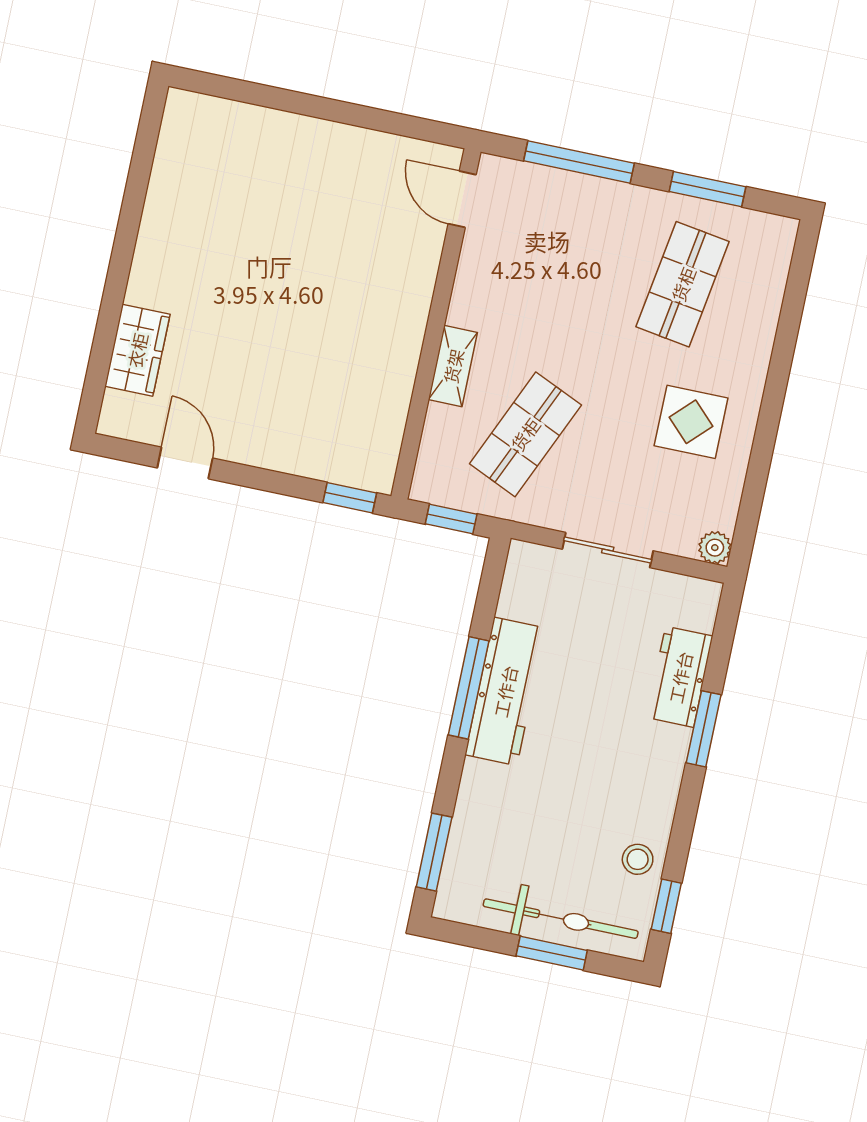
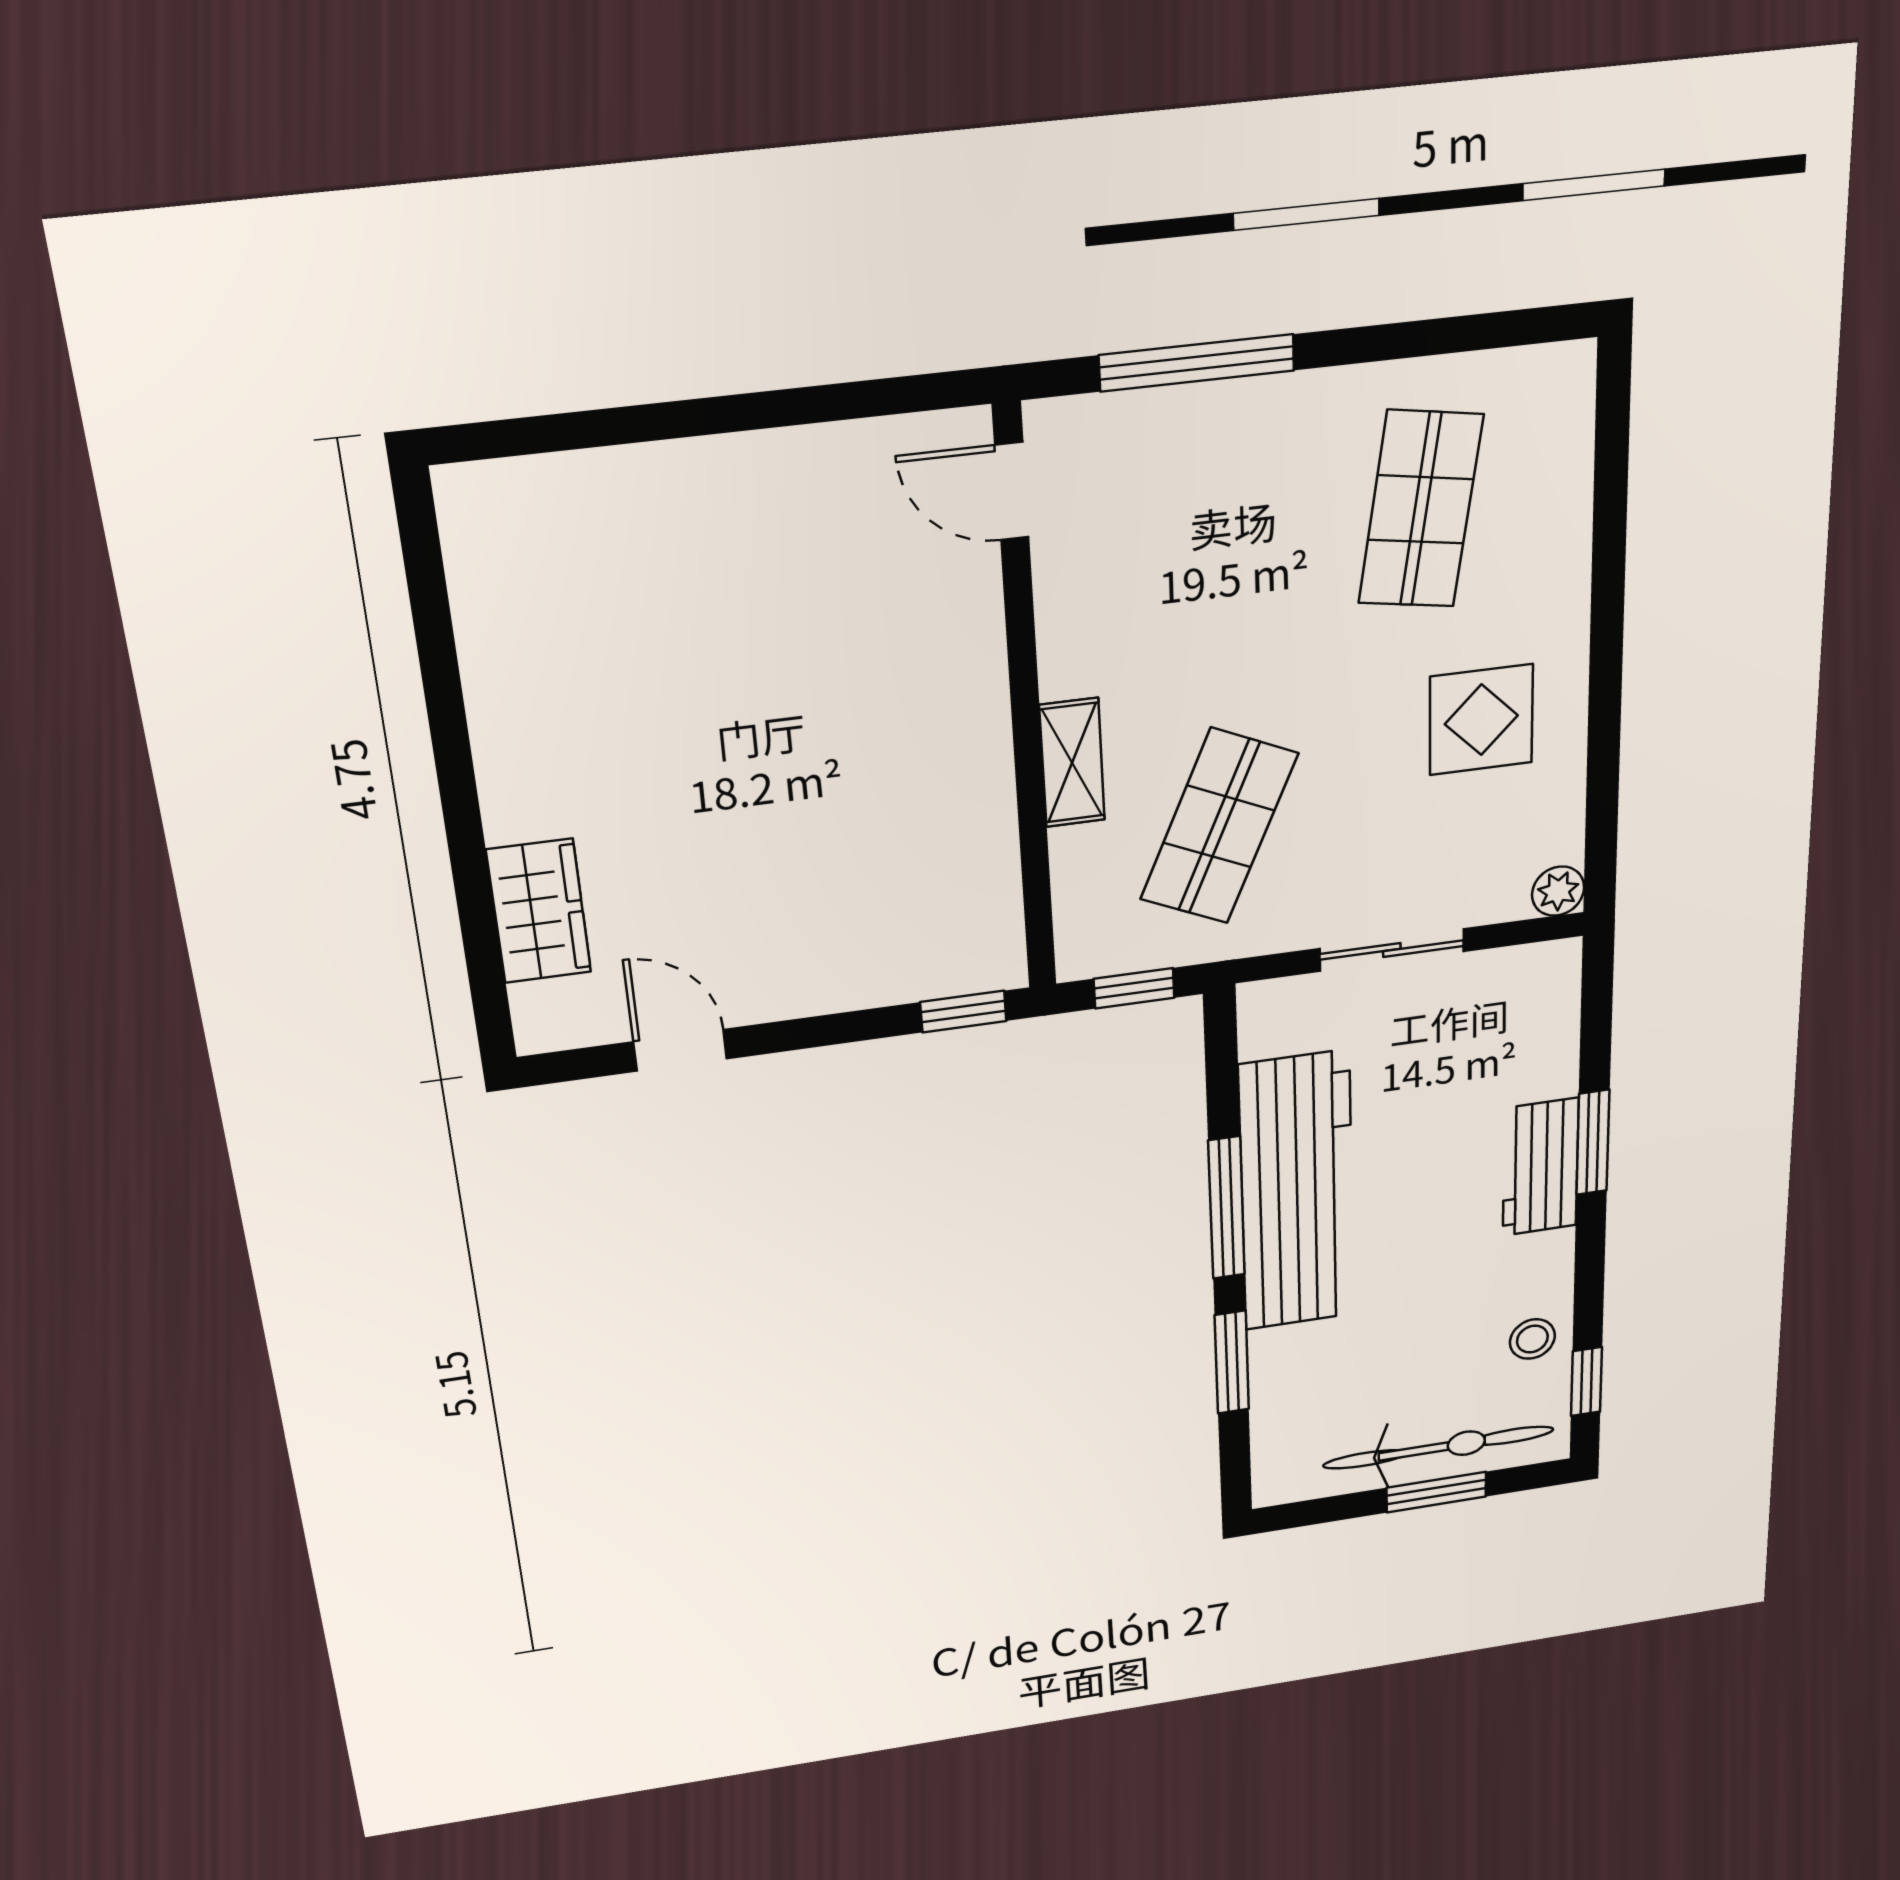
window: (708, 189) -> (1429, 338), removed
workbench: (680, 677) -> (1541, 1167), moved
workbench: (505, 691) -> (1297, 1192), width x1.36, depth x1.32
window: (434, 852) -> (1232, 1362), moved

